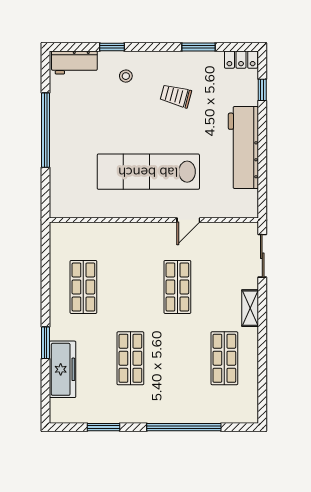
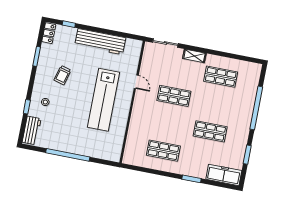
freezer: (63, 369) -> (224, 175), moved

